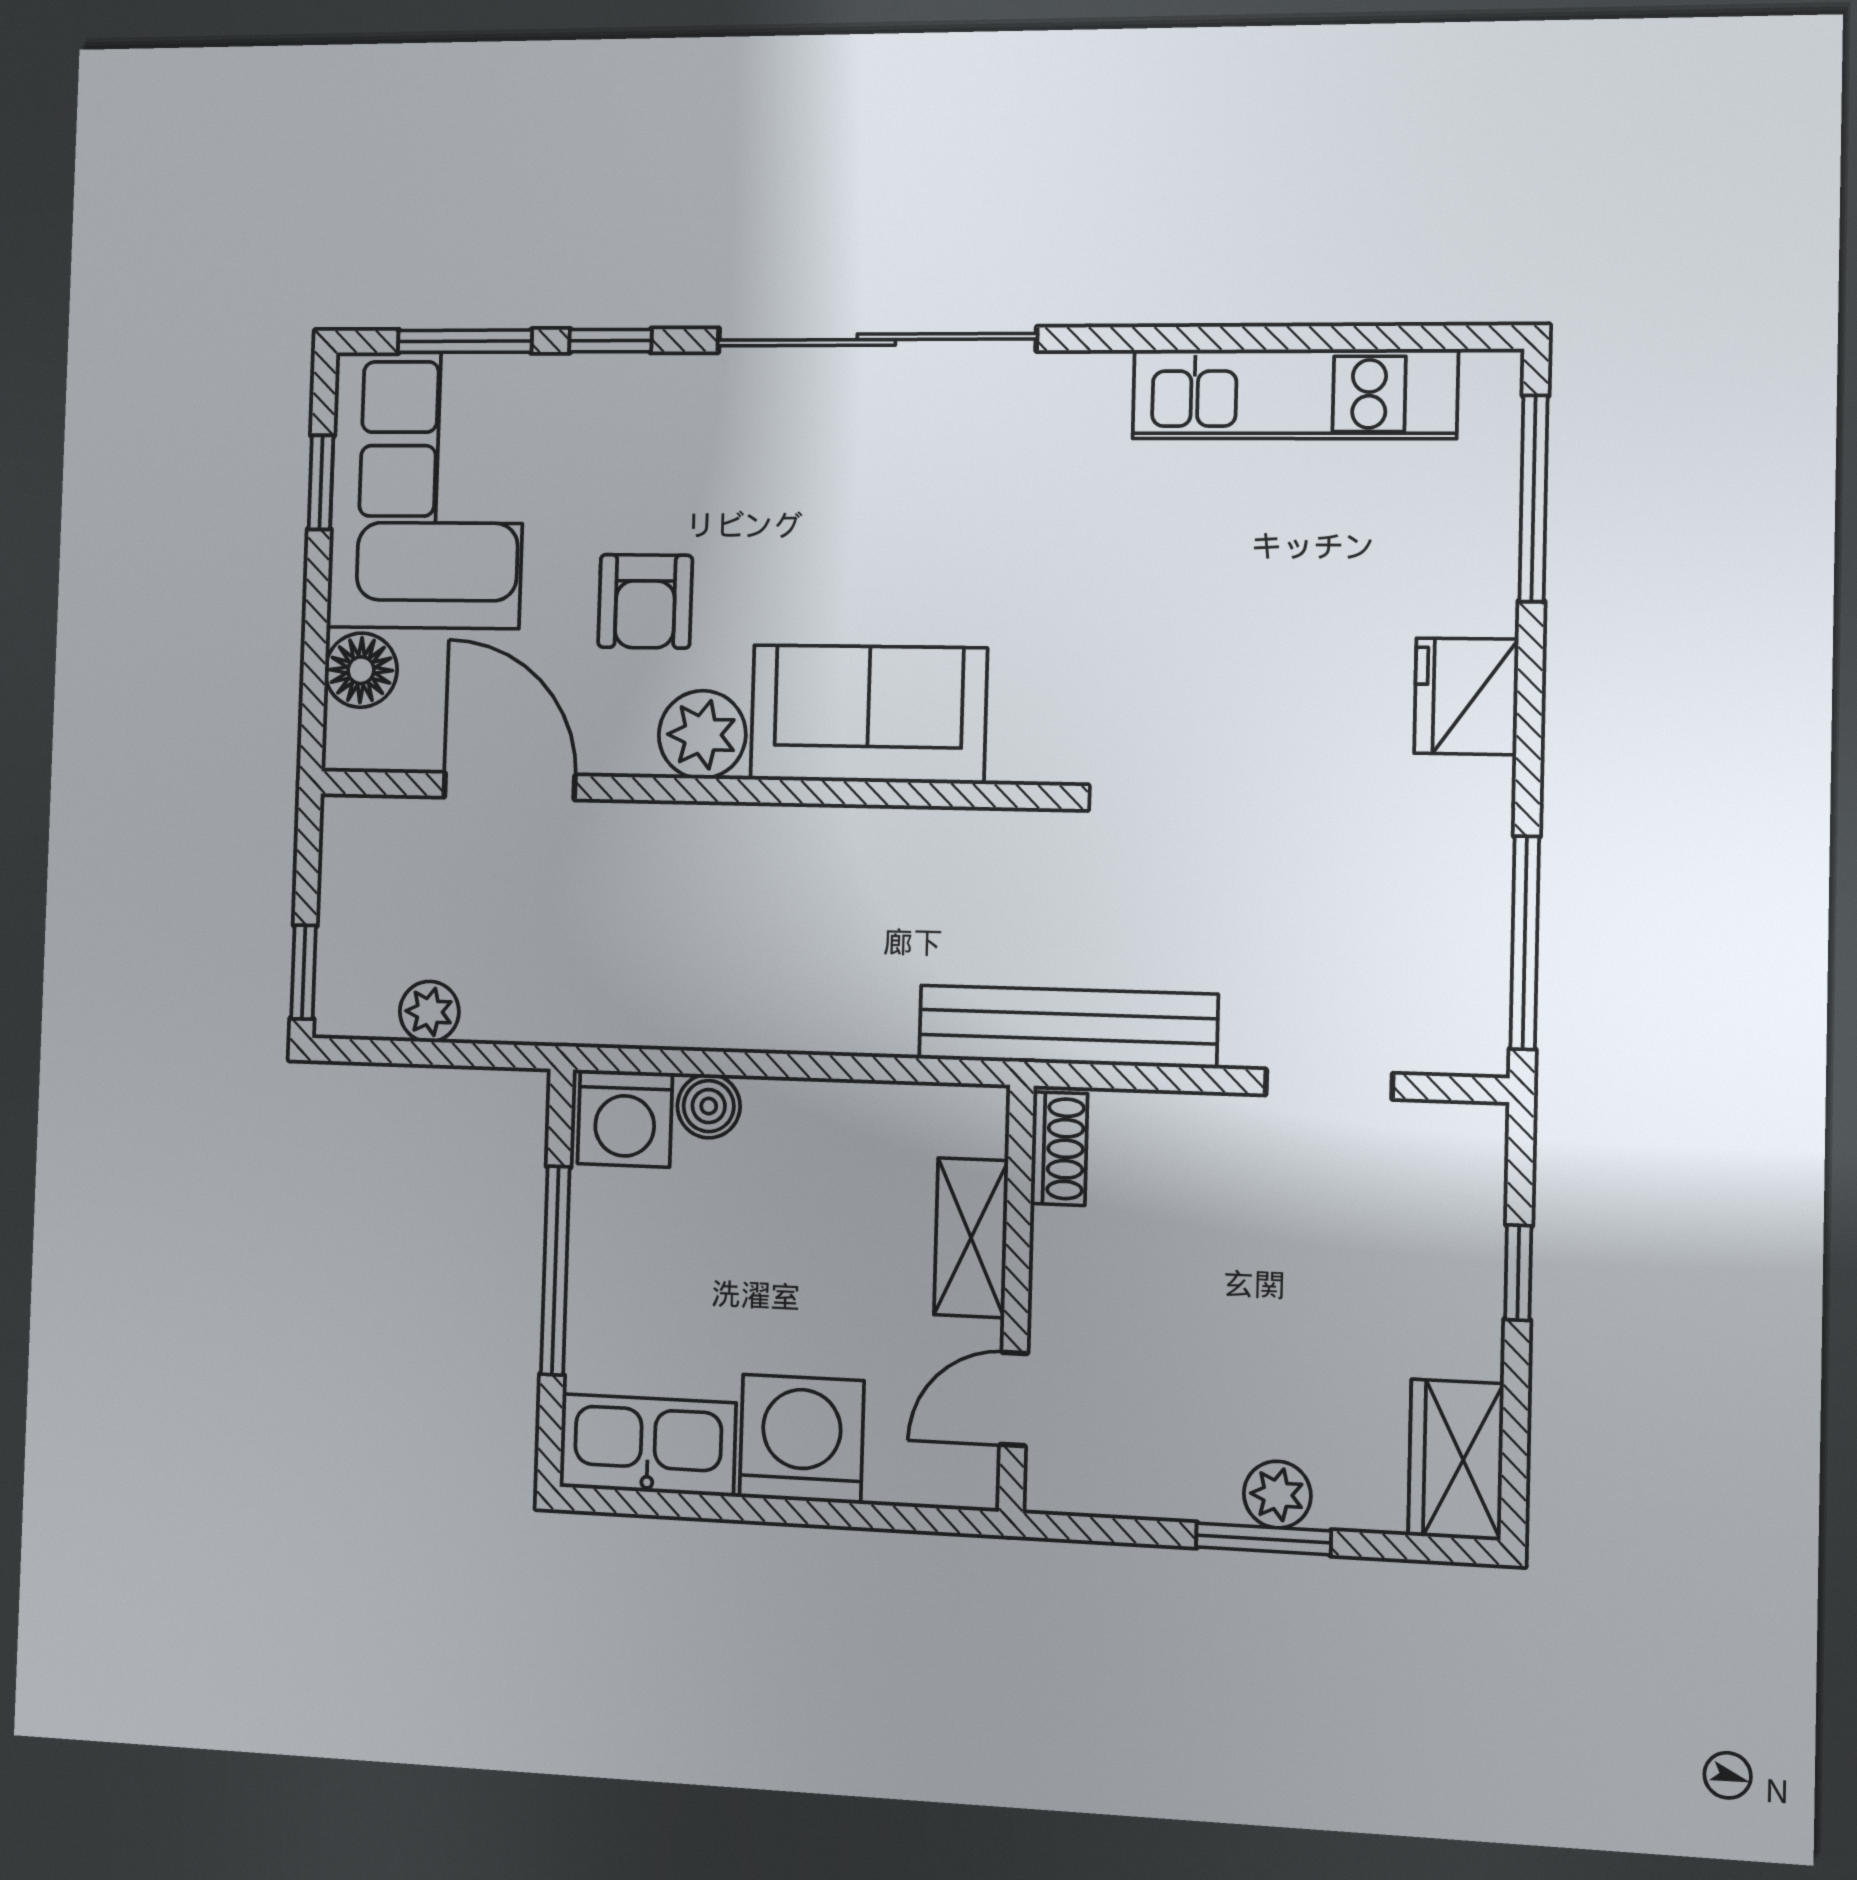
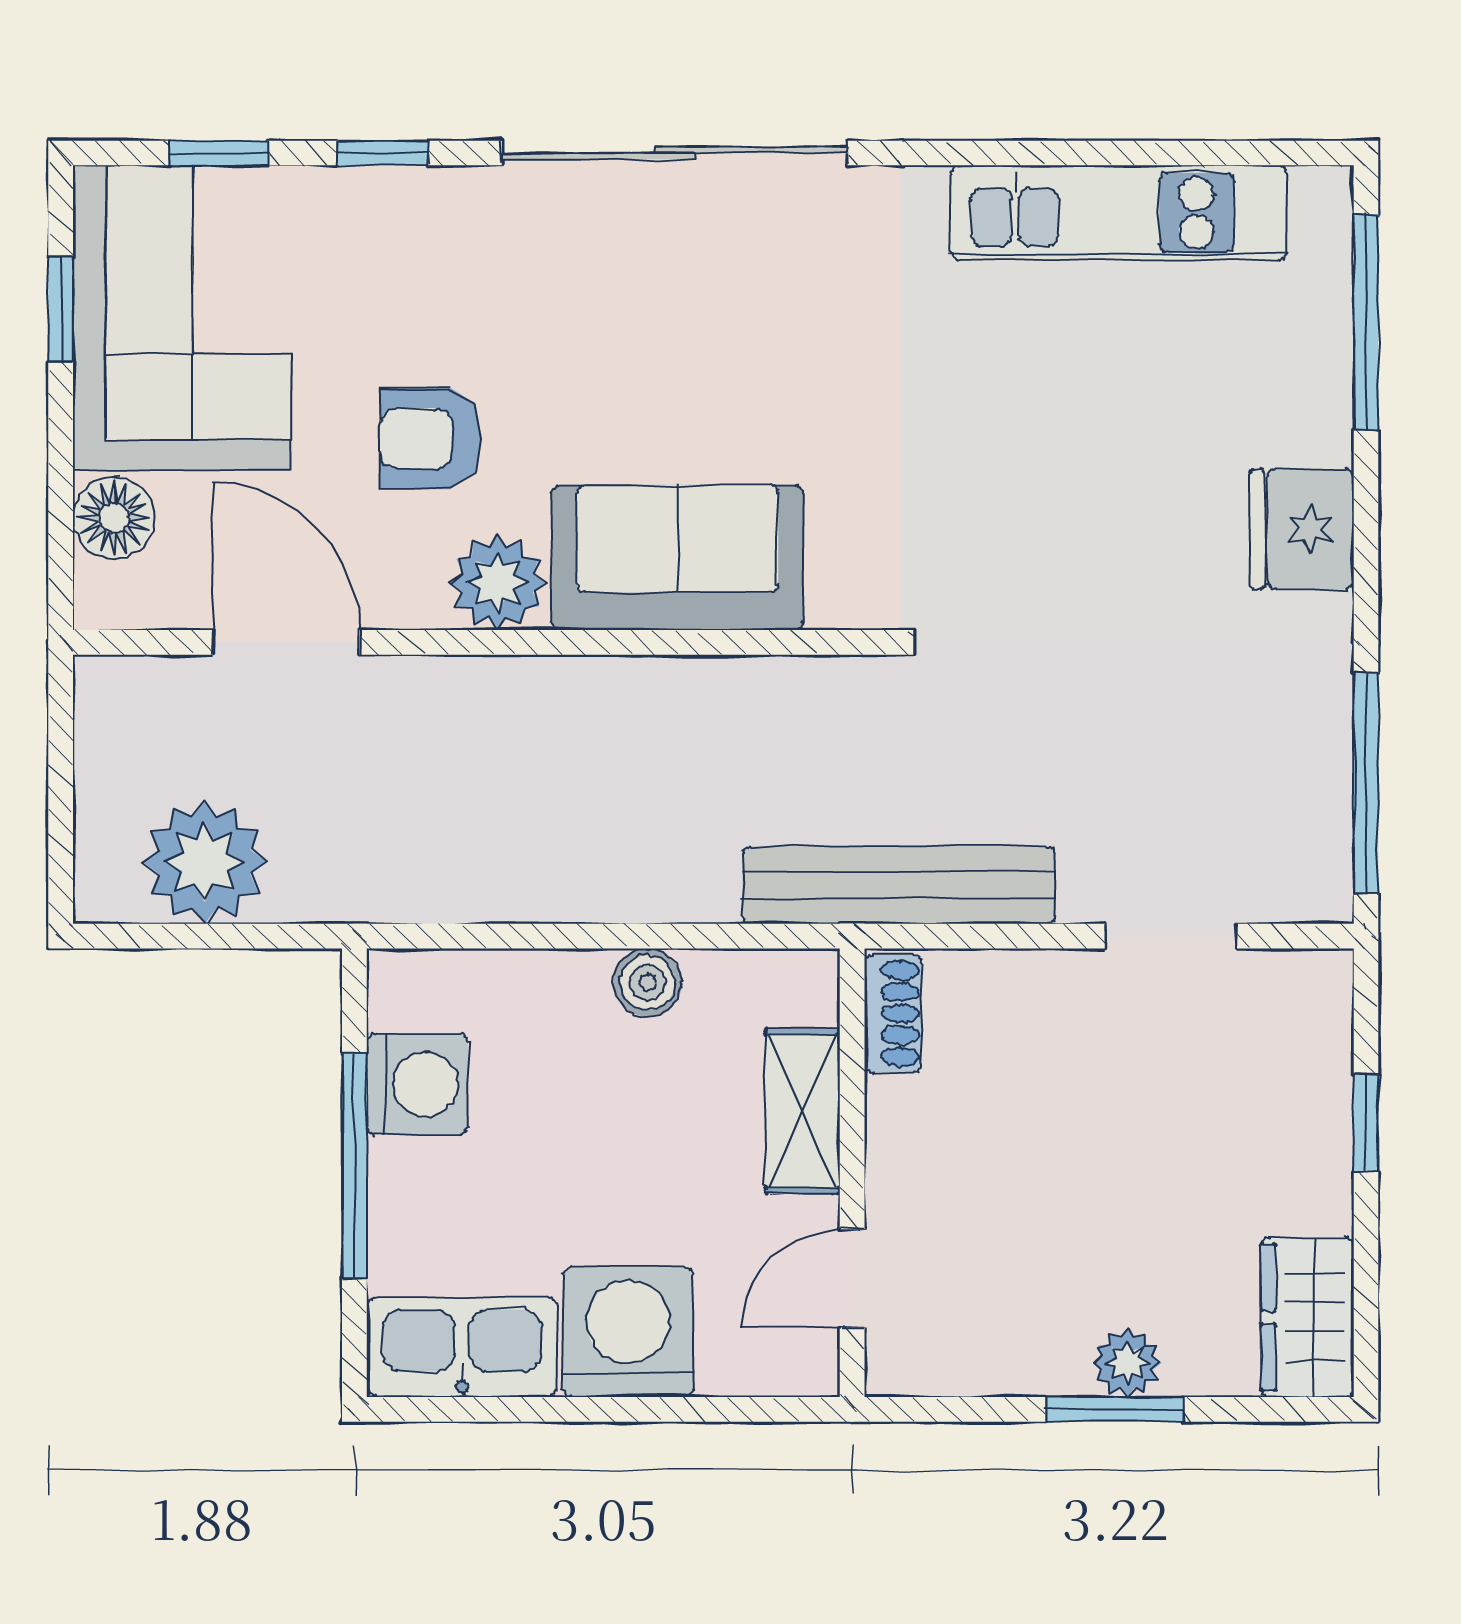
window: (465, 341) -> (219, 153), width x0.67
armchair: (645, 601) -> (430, 439), turned 90
window: (304, 972) -> (61, 852), removed
plant: (429, 1012) -> (205, 862), width x1.87, depth x1.87
boiler: (709, 1106) -> (648, 983), moved
washing machine: (625, 1118) -> (417, 1084), moved, turned -90

